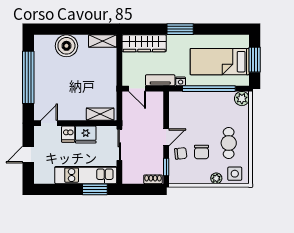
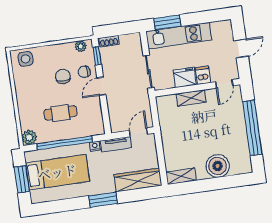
door: (137, 89) -> (139, 132), hinge flipped
shelving: (100, 114) -> (191, 98), moved
cafe table: (229, 143) -> (61, 113), moved, turned 90
plant: (216, 178) -> (81, 46), moved

